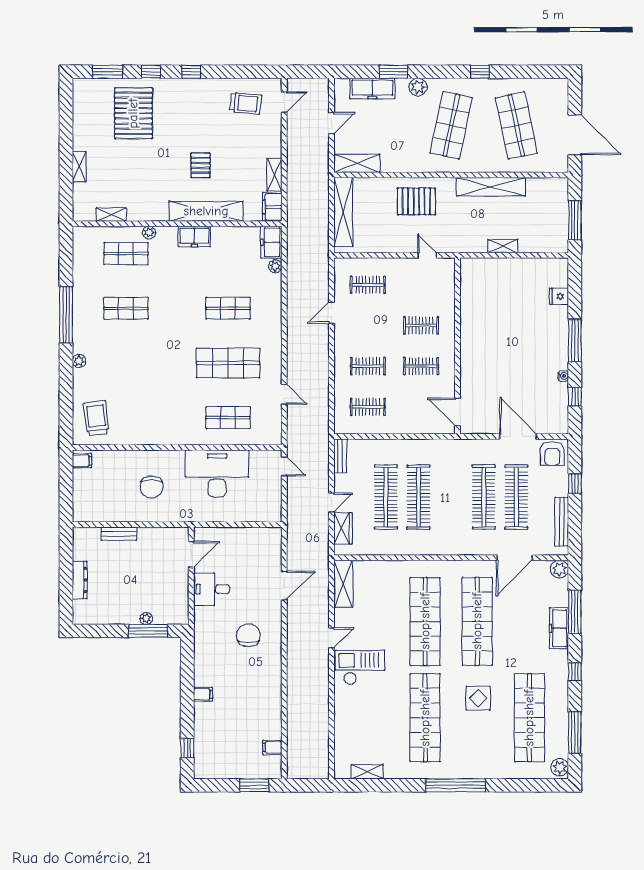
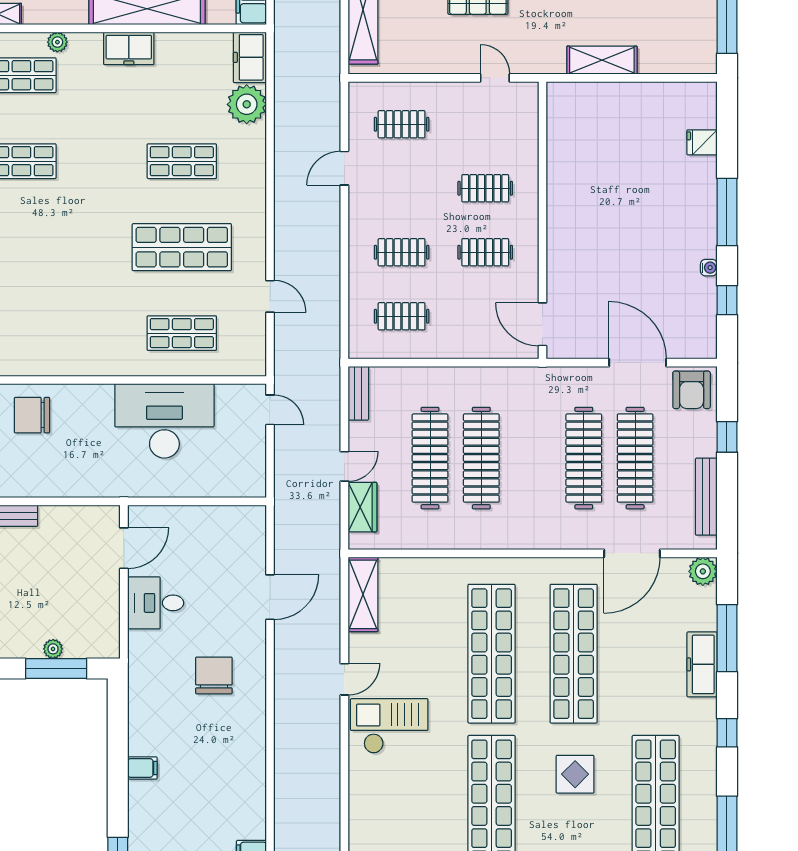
shelving: (503, 246) -> (602, 60), width x1.50, depth x1.33
plant: (275, 266) -> (247, 104), width x1.87, depth x1.87
chair: (152, 487) -> (32, 415), moved, turned 90

